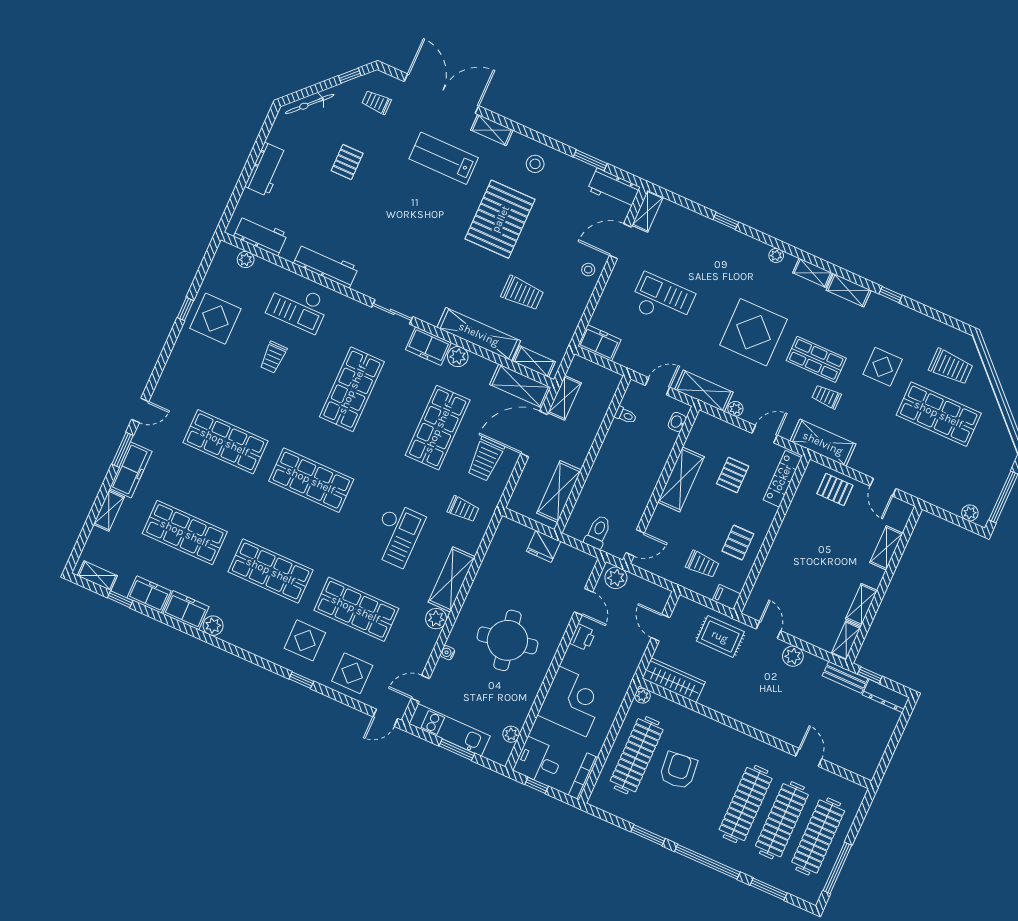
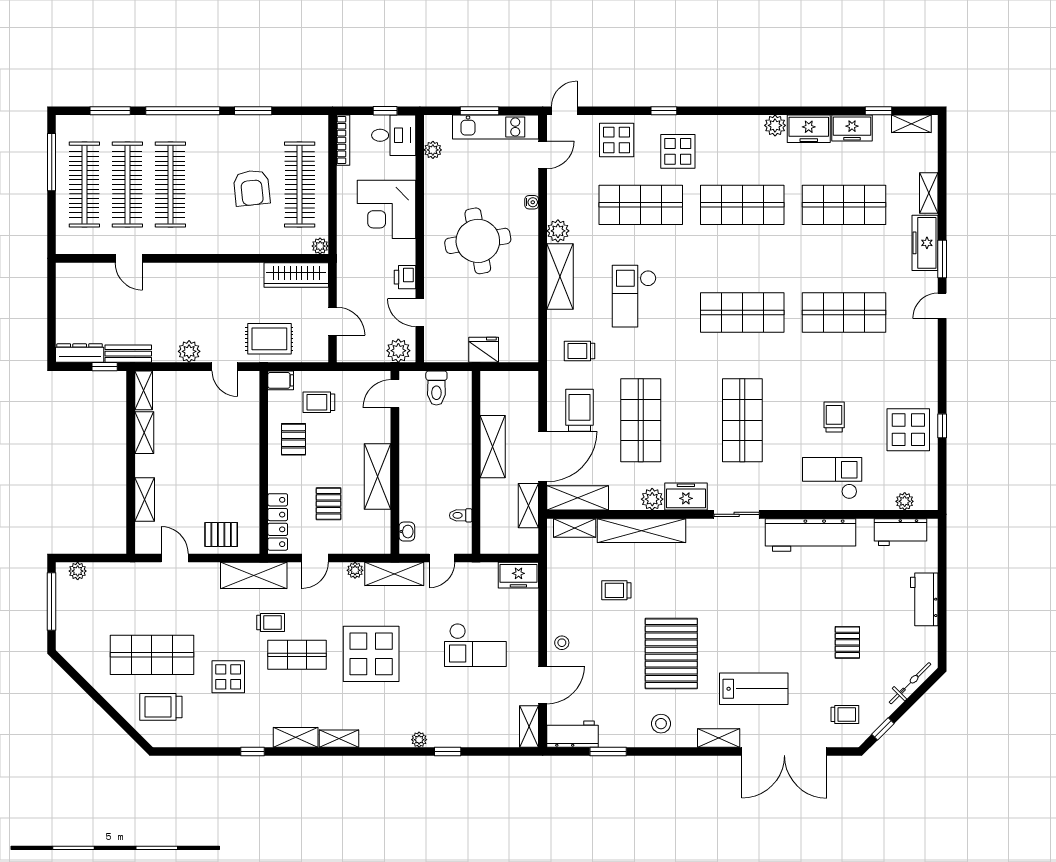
plant: (776, 255) -> (419, 740), moved
workbench: (326, 265) -> (811, 535), width x1.36, depth x1.32
trolley: (522, 293) -> (616, 590), width x0.73, depth x0.72
shelving: (559, 492) -> (493, 447), moved

